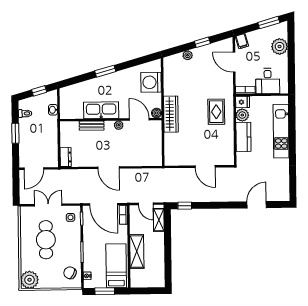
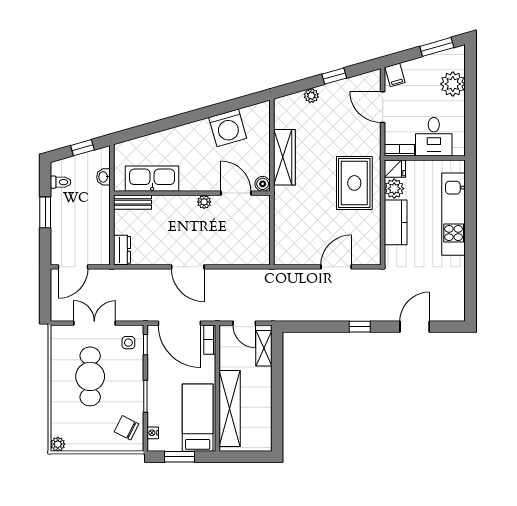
window: (105, 71) -> (185, 119), removed
washing machine: (151, 82) -> (228, 128), moved, turned -106
kitchen sink: (101, 110) -> (152, 179), moved
rug: (216, 112) -> (354, 183), width x1.36, depth x1.43
wardrobe: (171, 114) -> (284, 157), moved
bench: (92, 126) -> (133, 202), moved
door: (205, 167) -> (336, 267), swing flipped
window: (185, 206) -> (360, 327), moved
shelving: (137, 252) -> (230, 408), width x1.47
plant: (29, 280) -> (58, 444), width x0.53, depth x0.53

